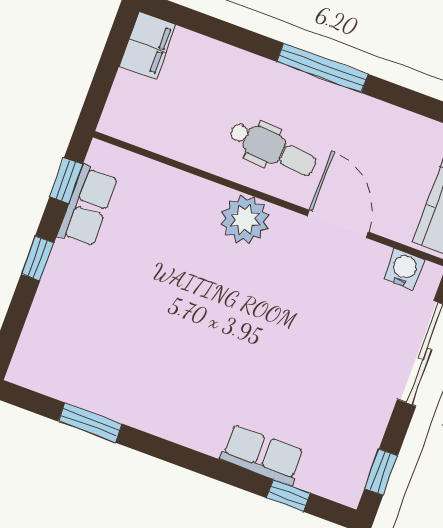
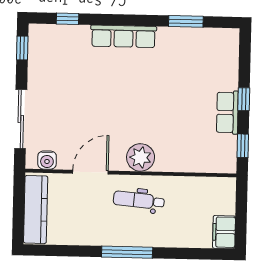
row of seats: (87, 206) -> (227, 112), moved
door: (338, 224) -> (90, 172), swing flipped
row of seats: (262, 455) -> (123, 36), moved, width x1.48

